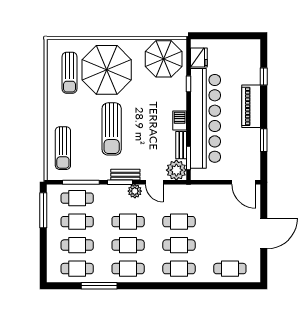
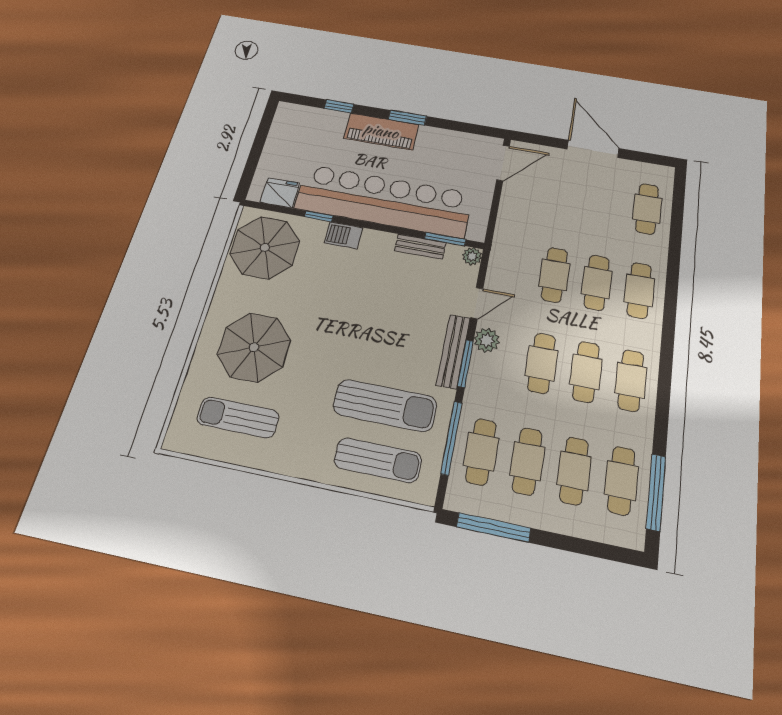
parasol: (107, 70) -> (254, 347), width x0.73, depth x0.73
sun lounger: (69, 73) -> (238, 417), turned 180
barbecue: (180, 121) -> (344, 235), moved
sun lounger: (112, 129) -> (385, 405), moved
window: (264, 140) -> (407, 118), moved
plant: (176, 170) -> (472, 256), width x0.53, depth x0.53
bench: (125, 175) -> (453, 351), width x1.36
window: (99, 286) -> (656, 492), moved

